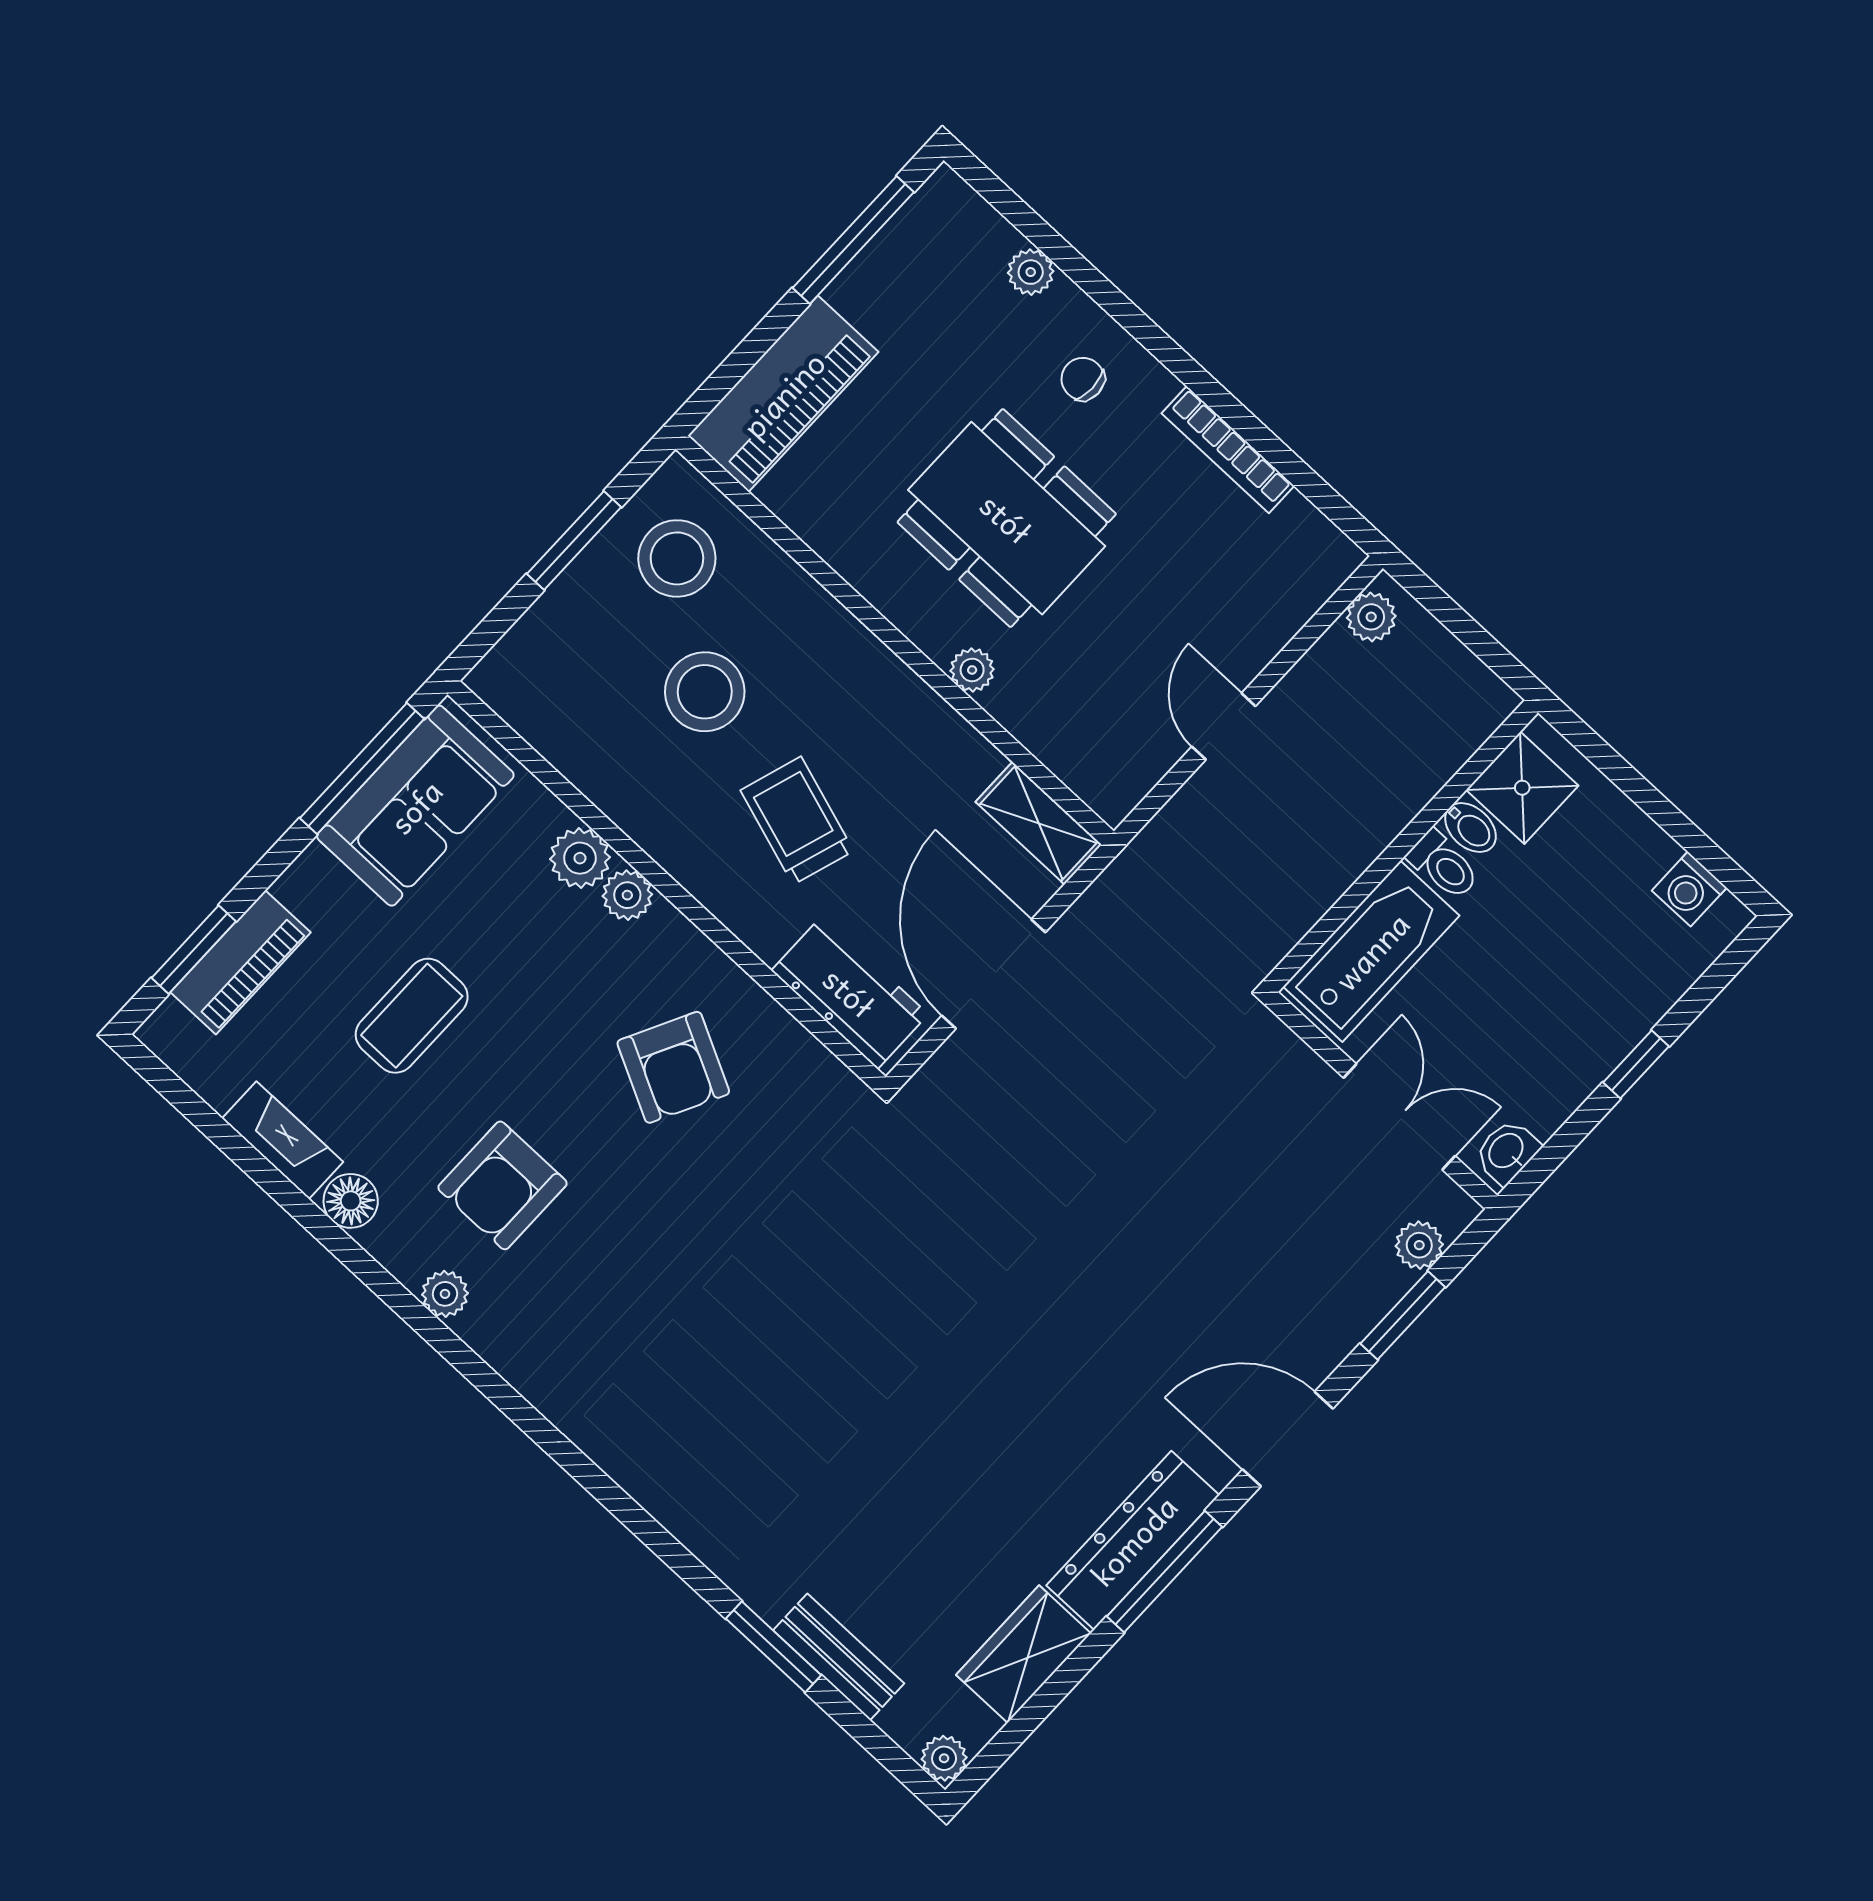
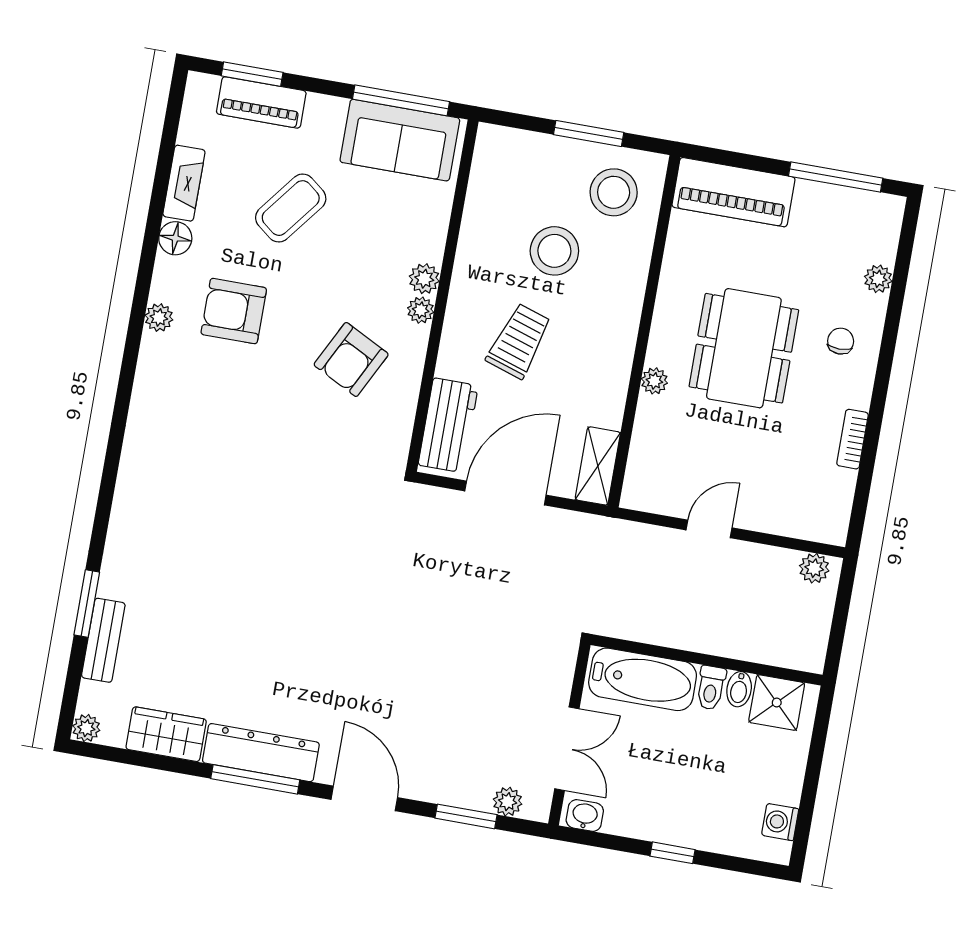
bookcase: (1228, 450) -> (853, 439), width x0.64
plant: (580, 858) -> (421, 310), moved, width x0.73, depth x0.73
coffee table: (412, 1016) -> (291, 208), turned -52

